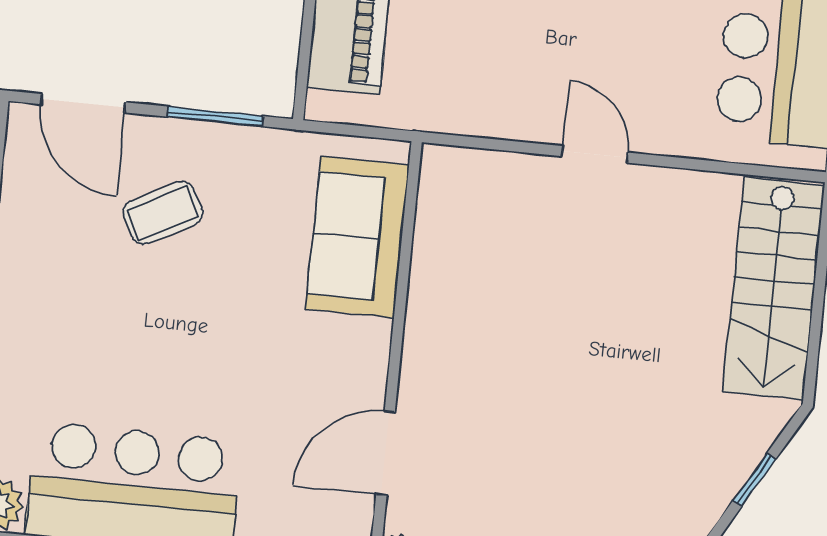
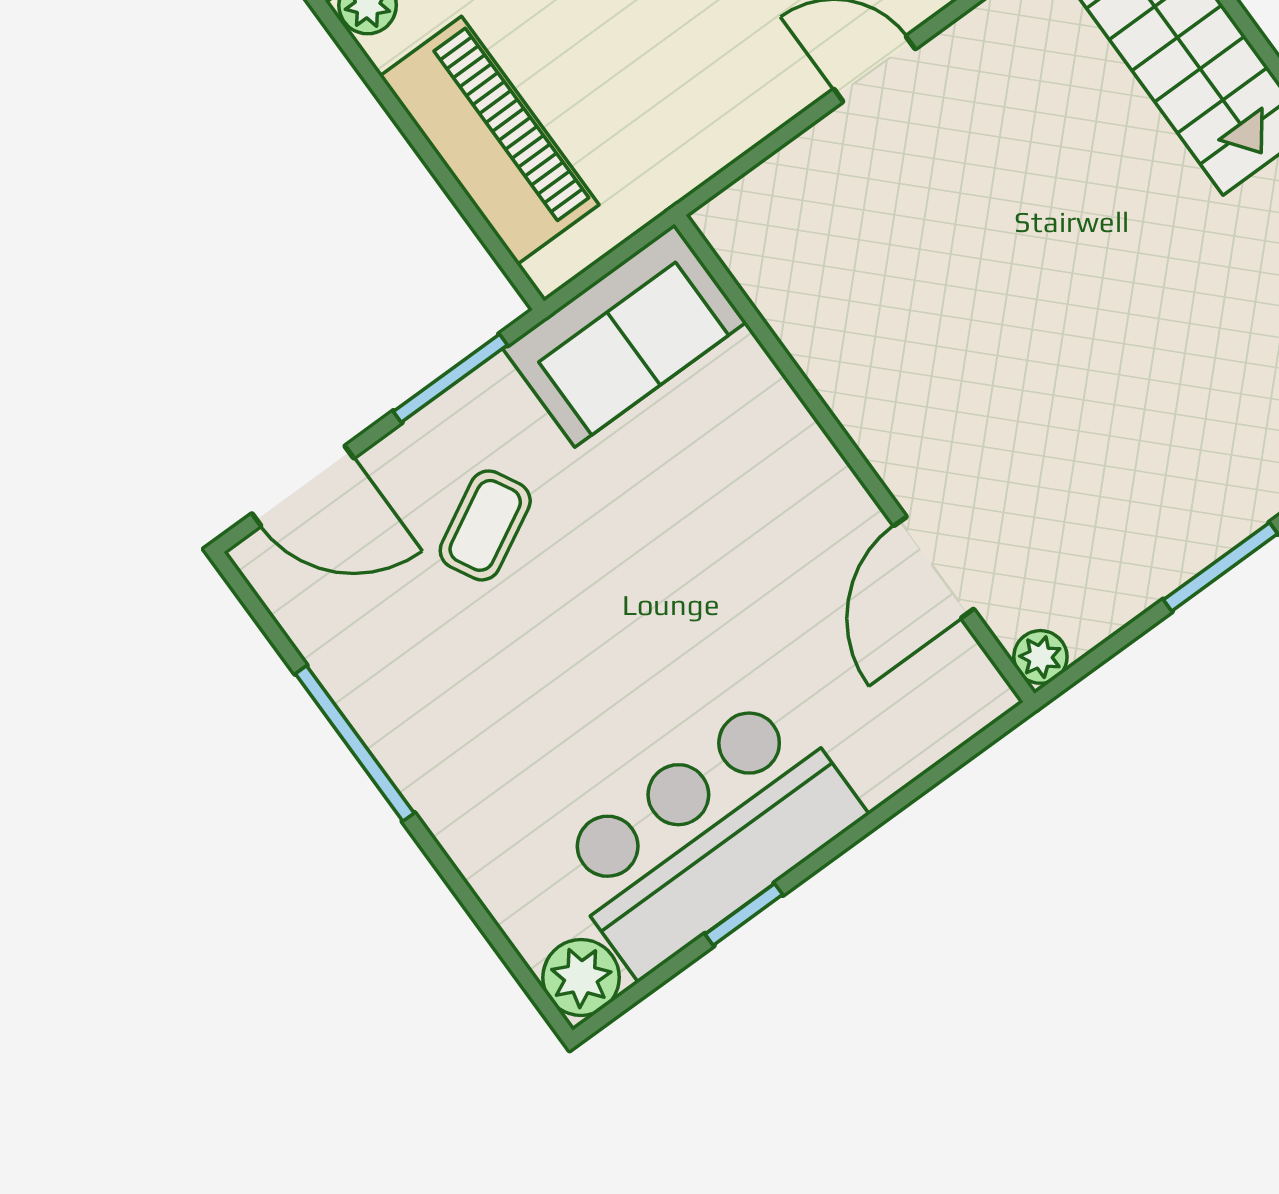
sofa: (357, 237) -> (624, 336), moved, turned -90

